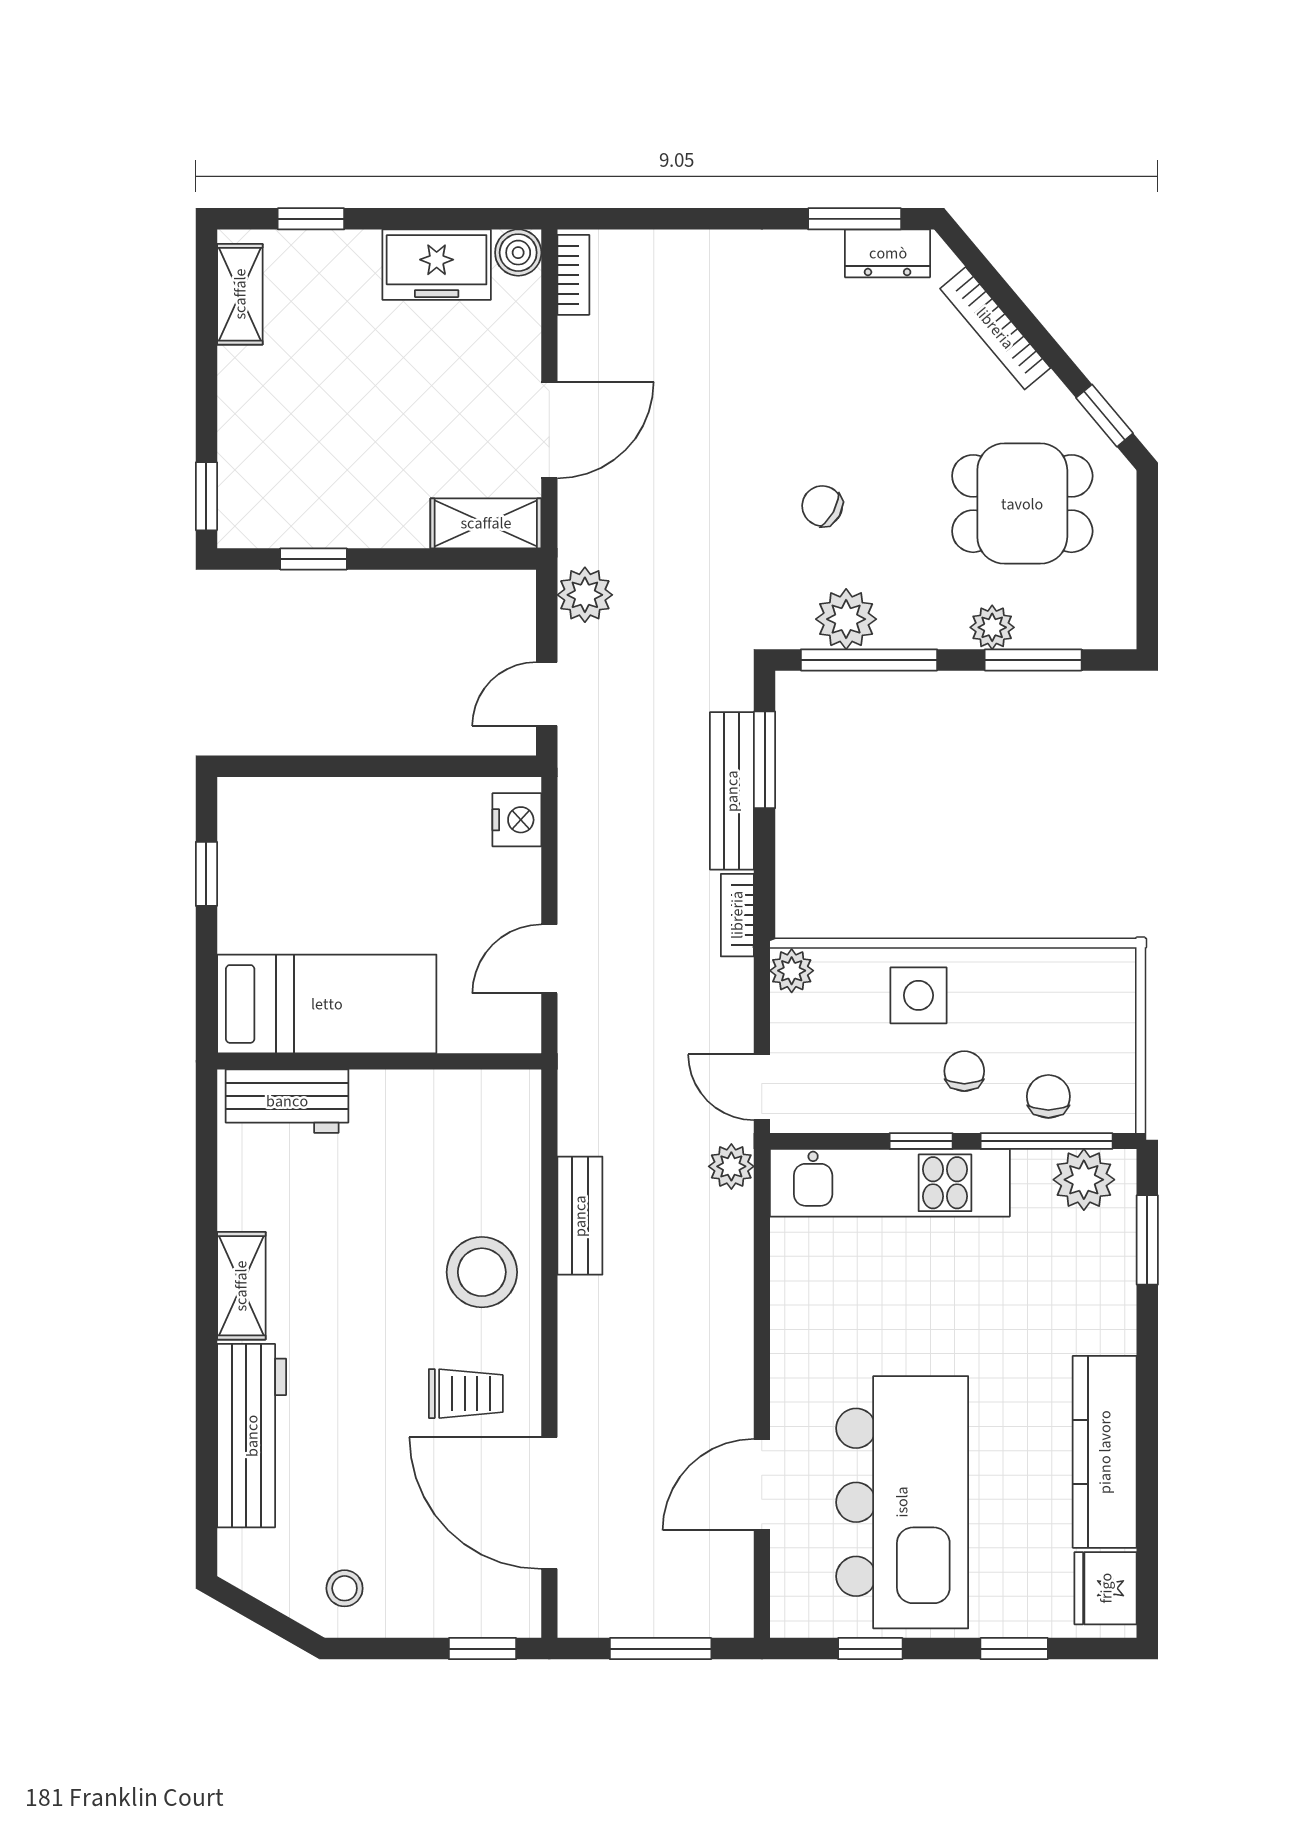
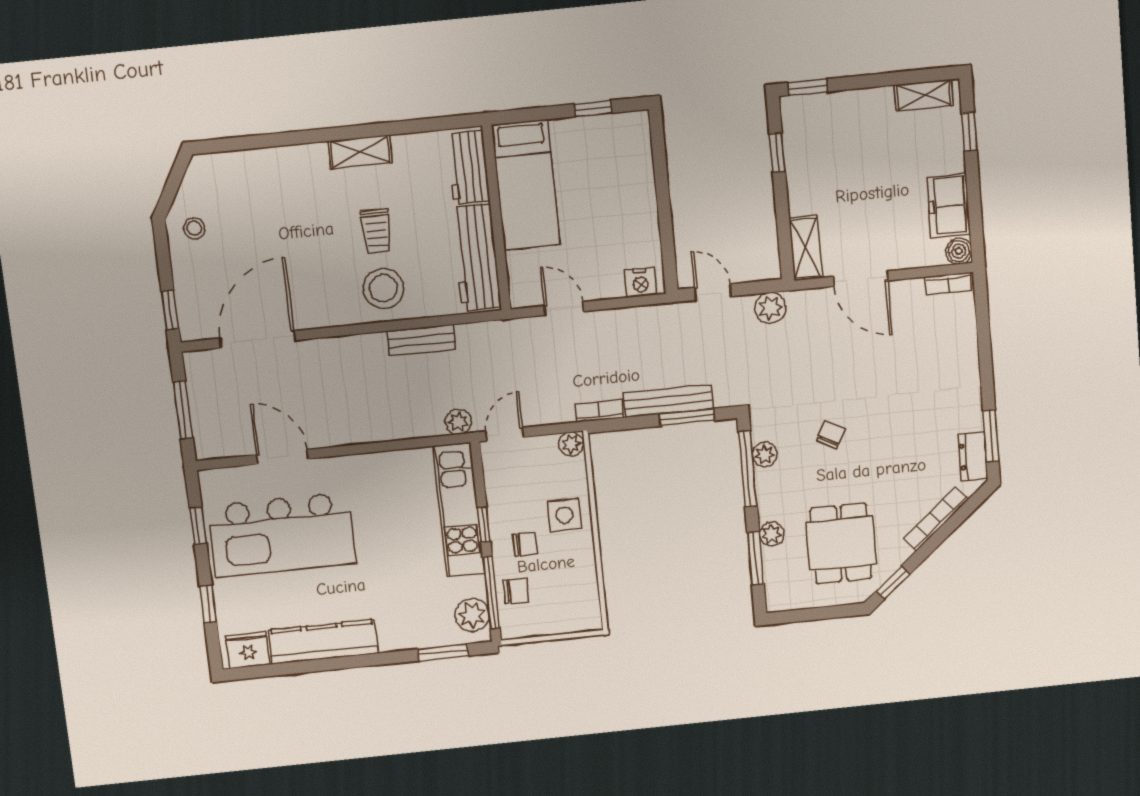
plant: (846, 619) -> (765, 454), width x0.73, depth x0.73
trolley: (466, 1394) -> (376, 231), moved
workbench: (252, 1436) -> (476, 258), moved, turned 90

